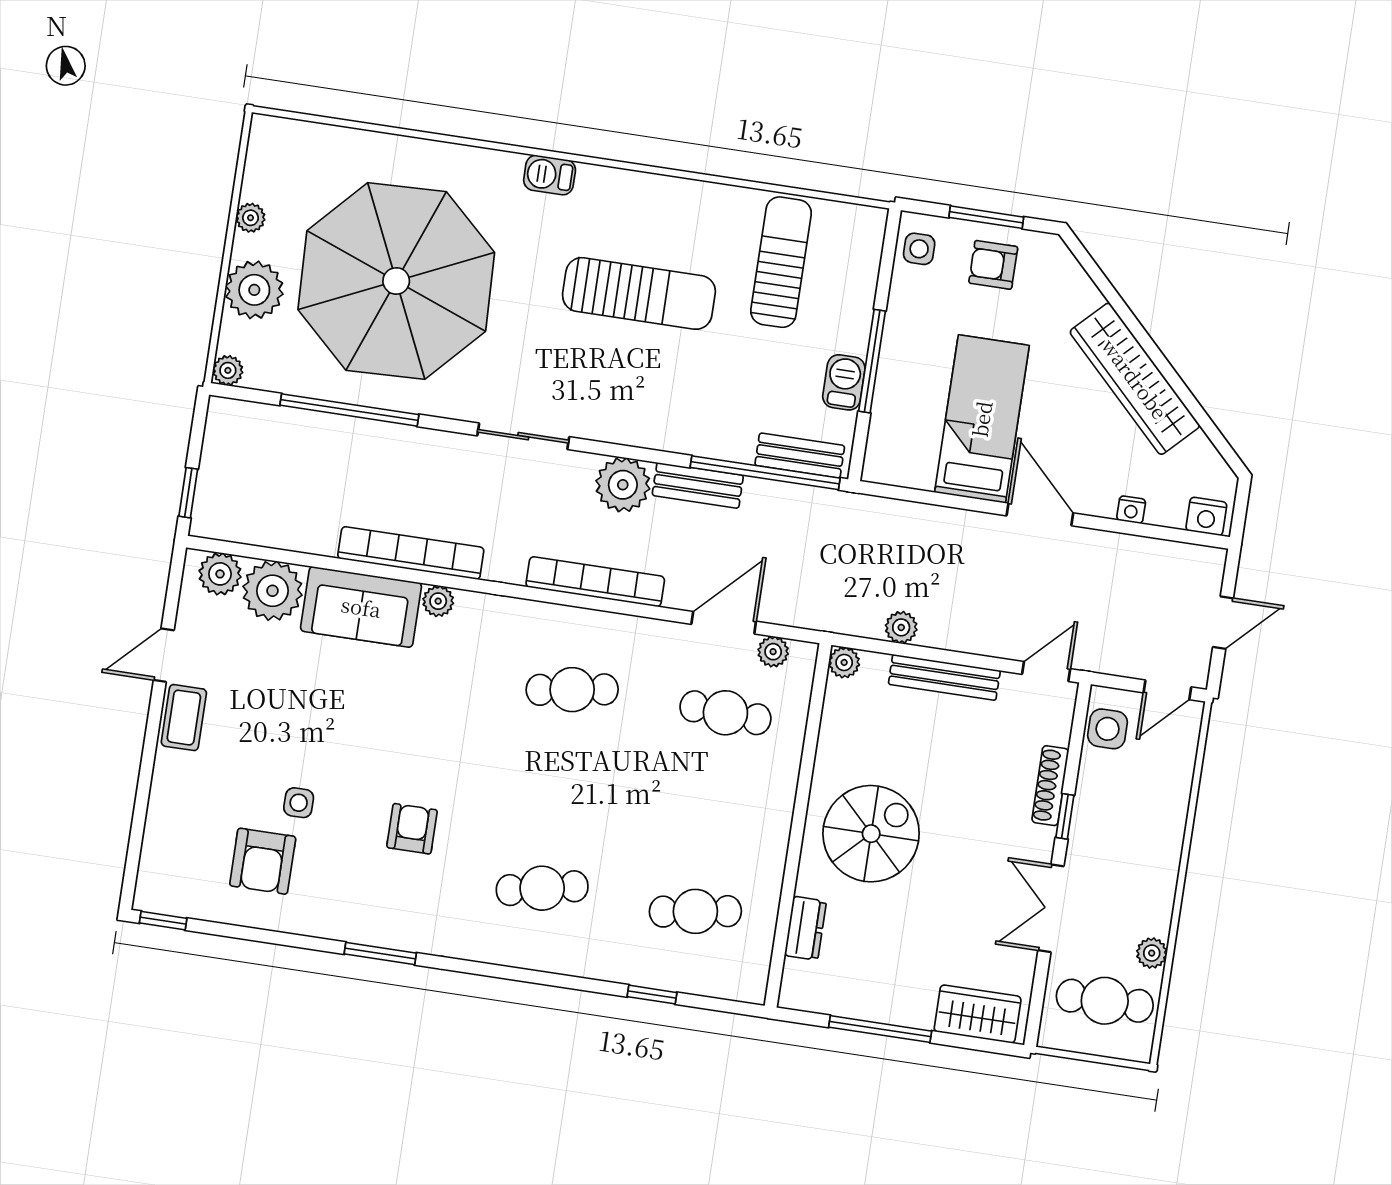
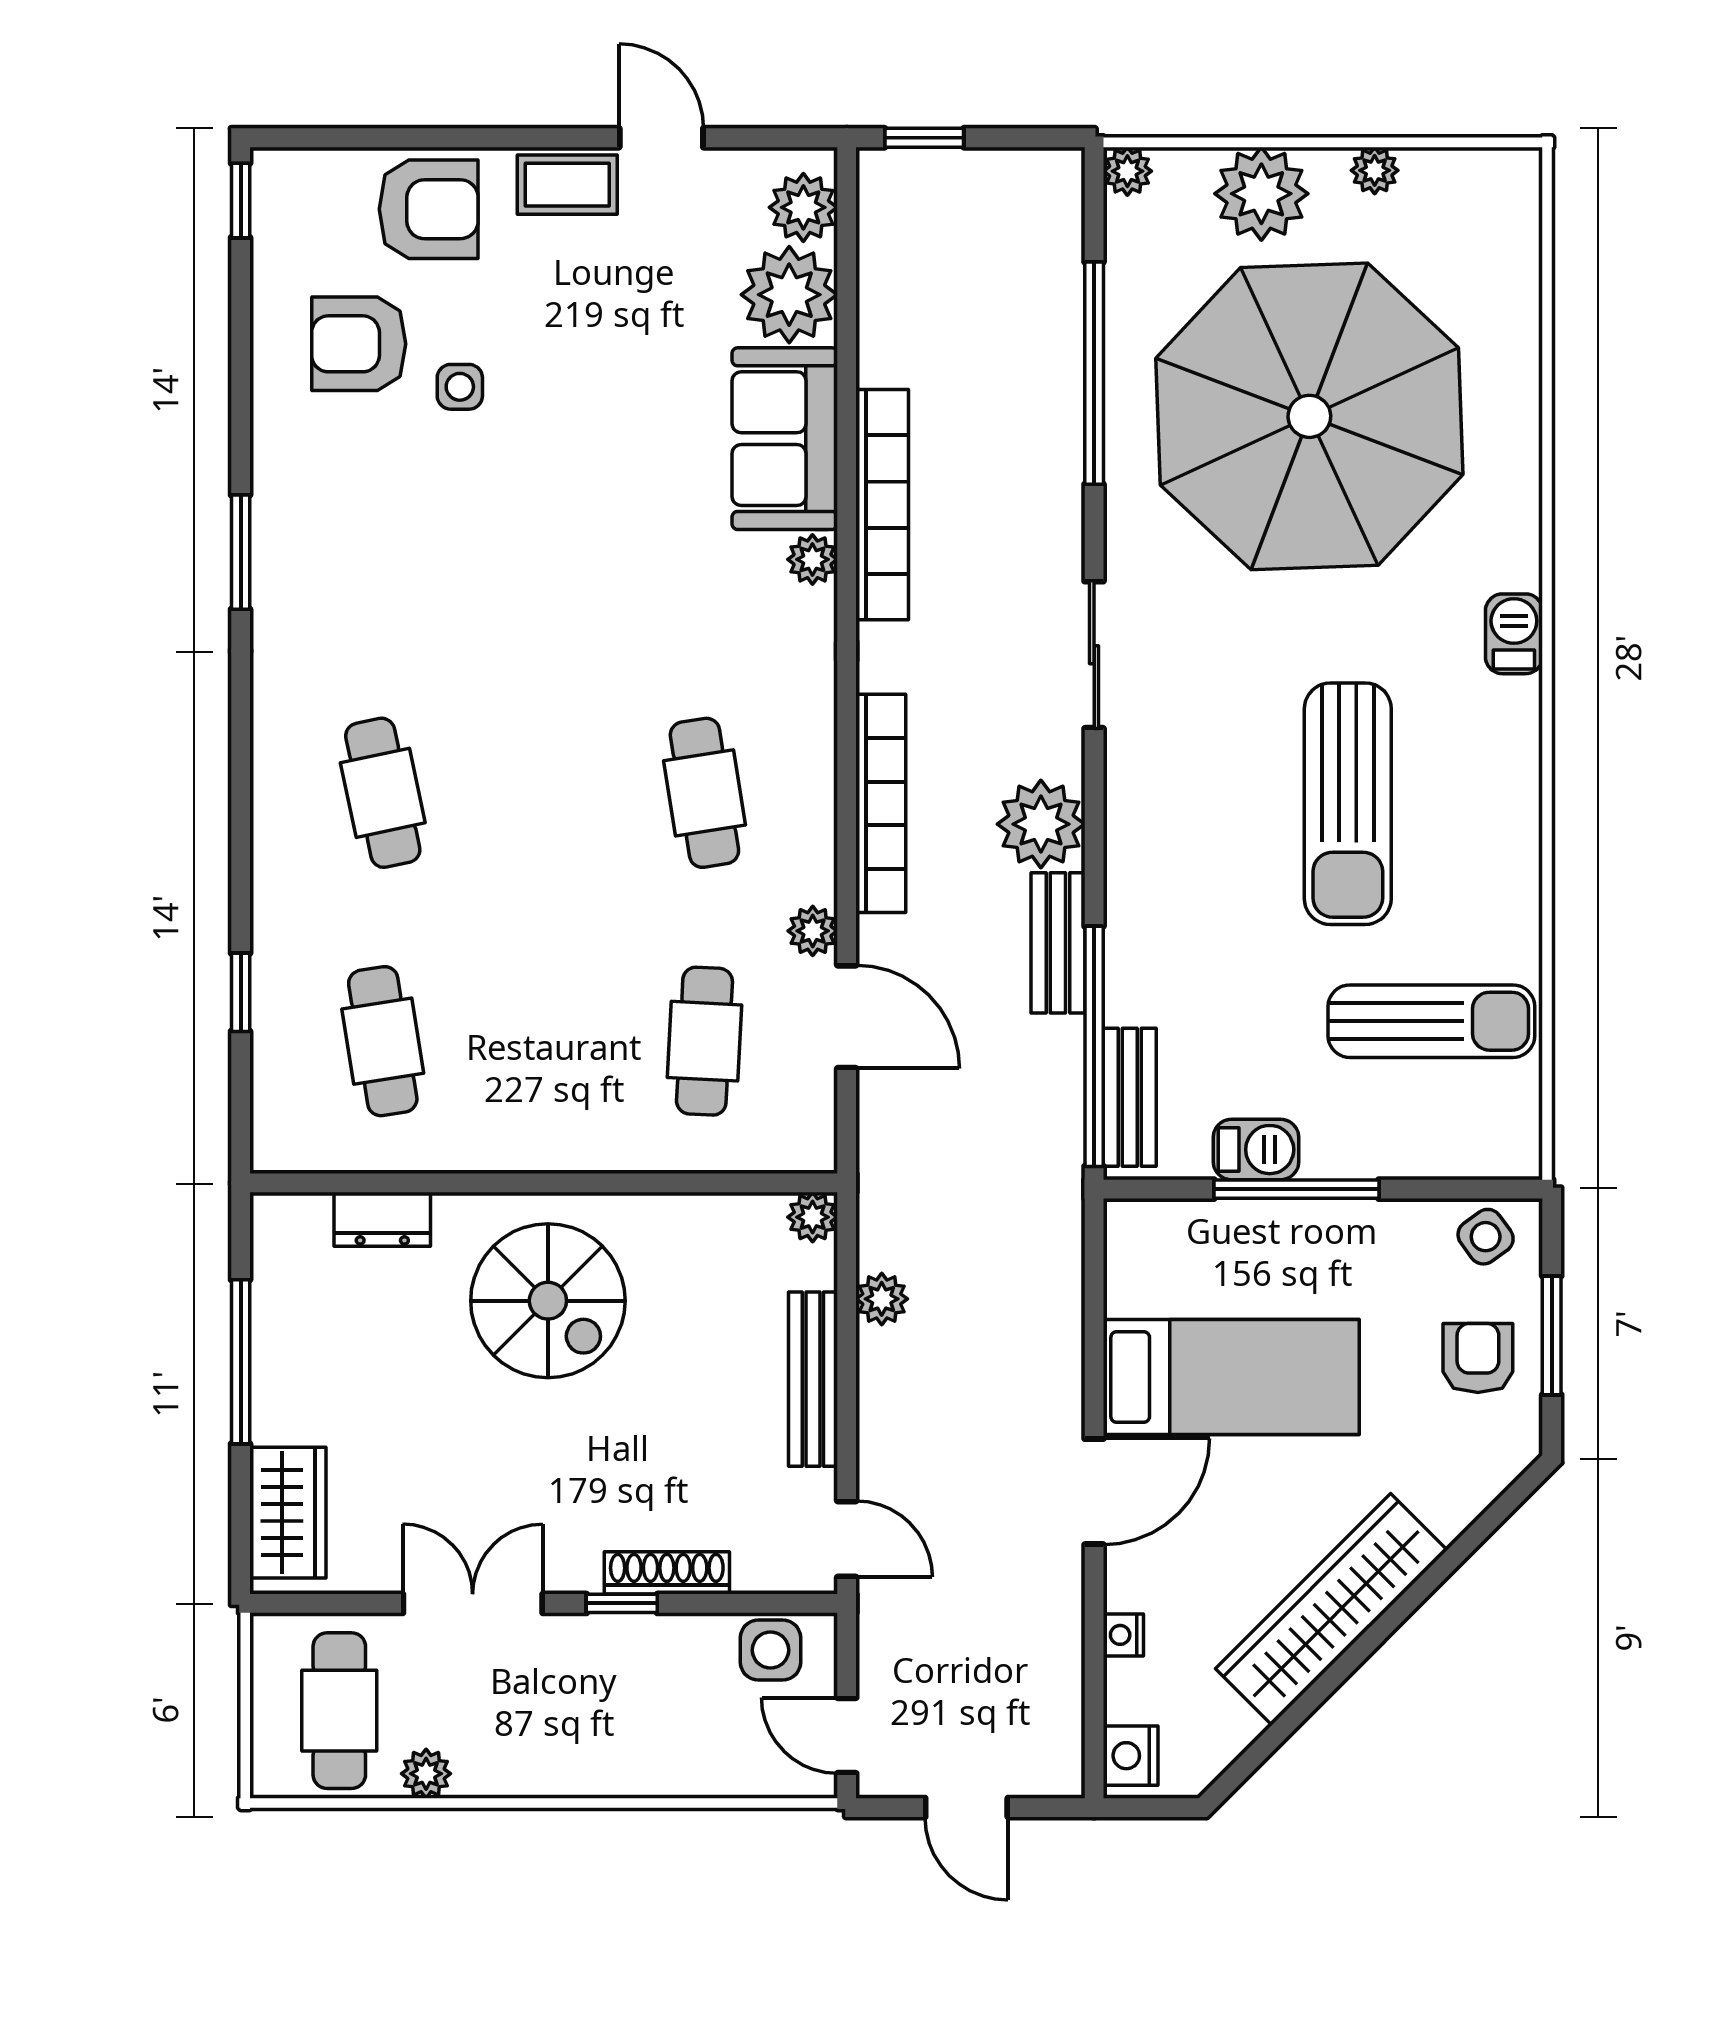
side table: (919, 249) -> (1486, 1237), turned -36
plant: (773, 652) -> (813, 931), moved
armchair: (412, 829) -> (429, 209), moved, width x1.38, depth x1.38

